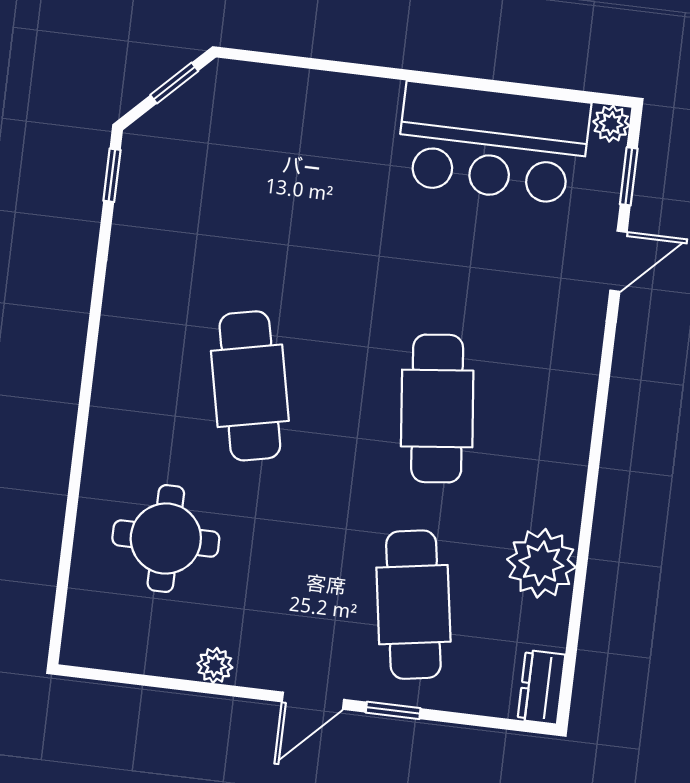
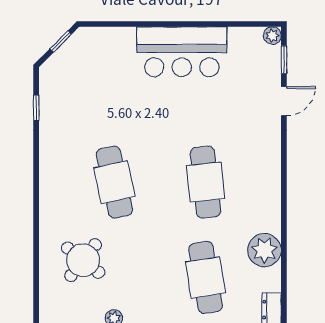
bar counter: (493, 143) -> (182, 52), moved
window: (112, 175) -> (36, 108), moved
round table: (166, 539) -> (83, 260), turned 38

